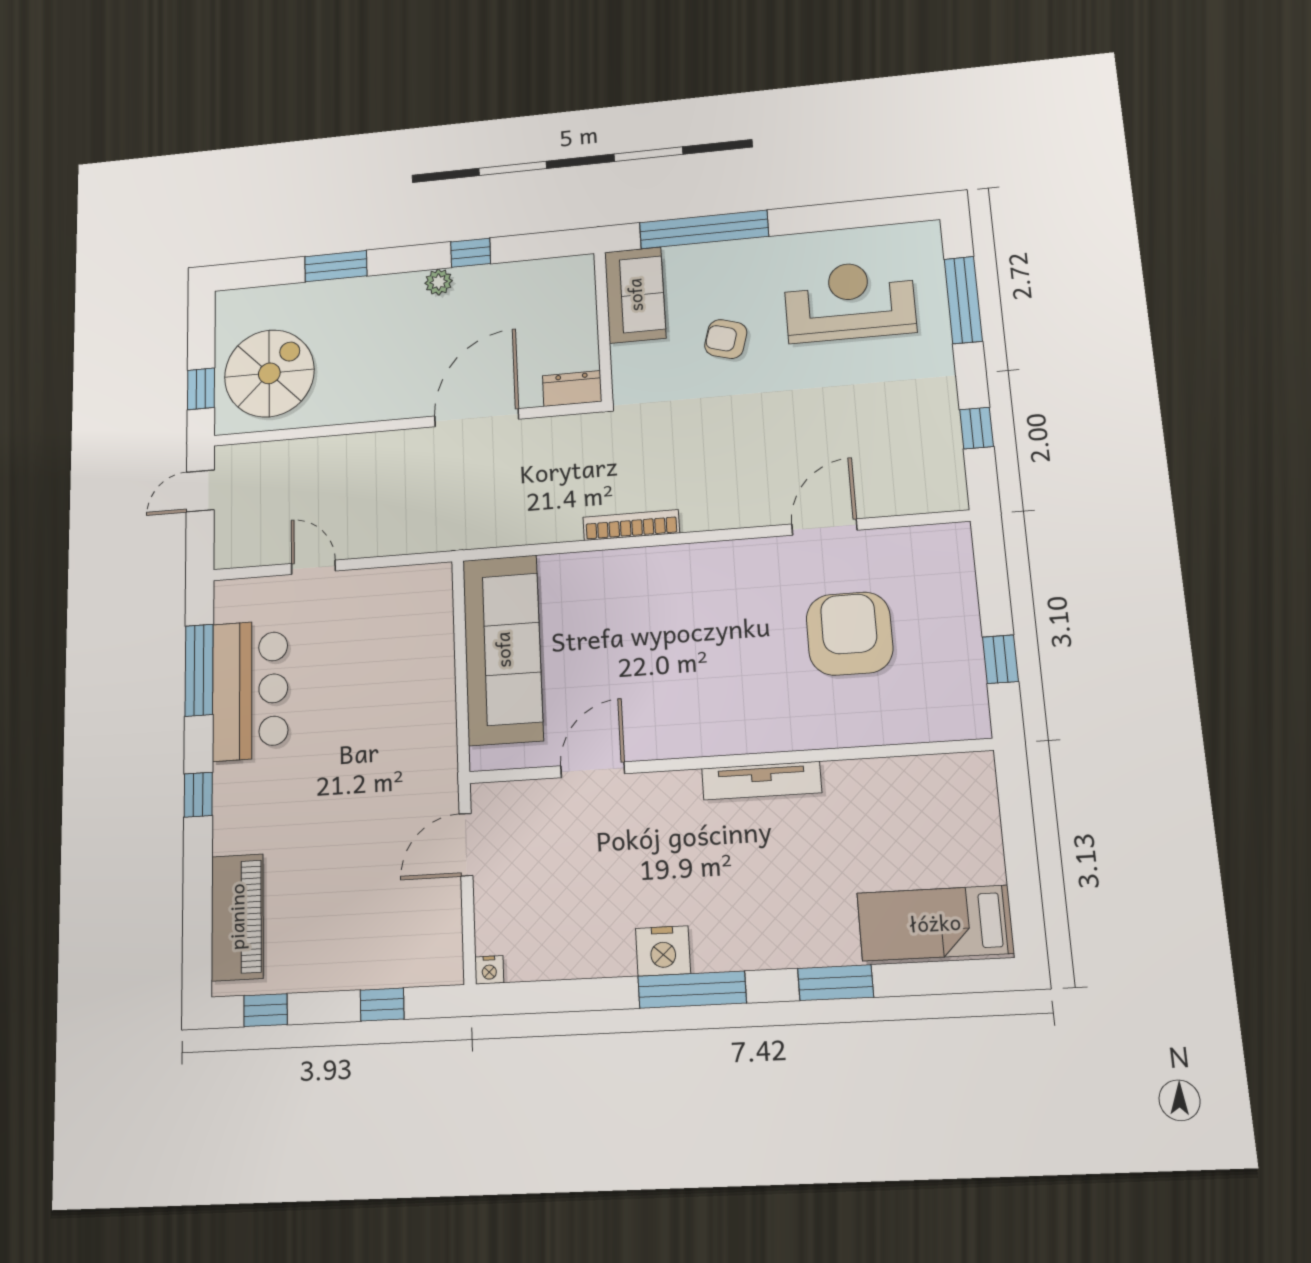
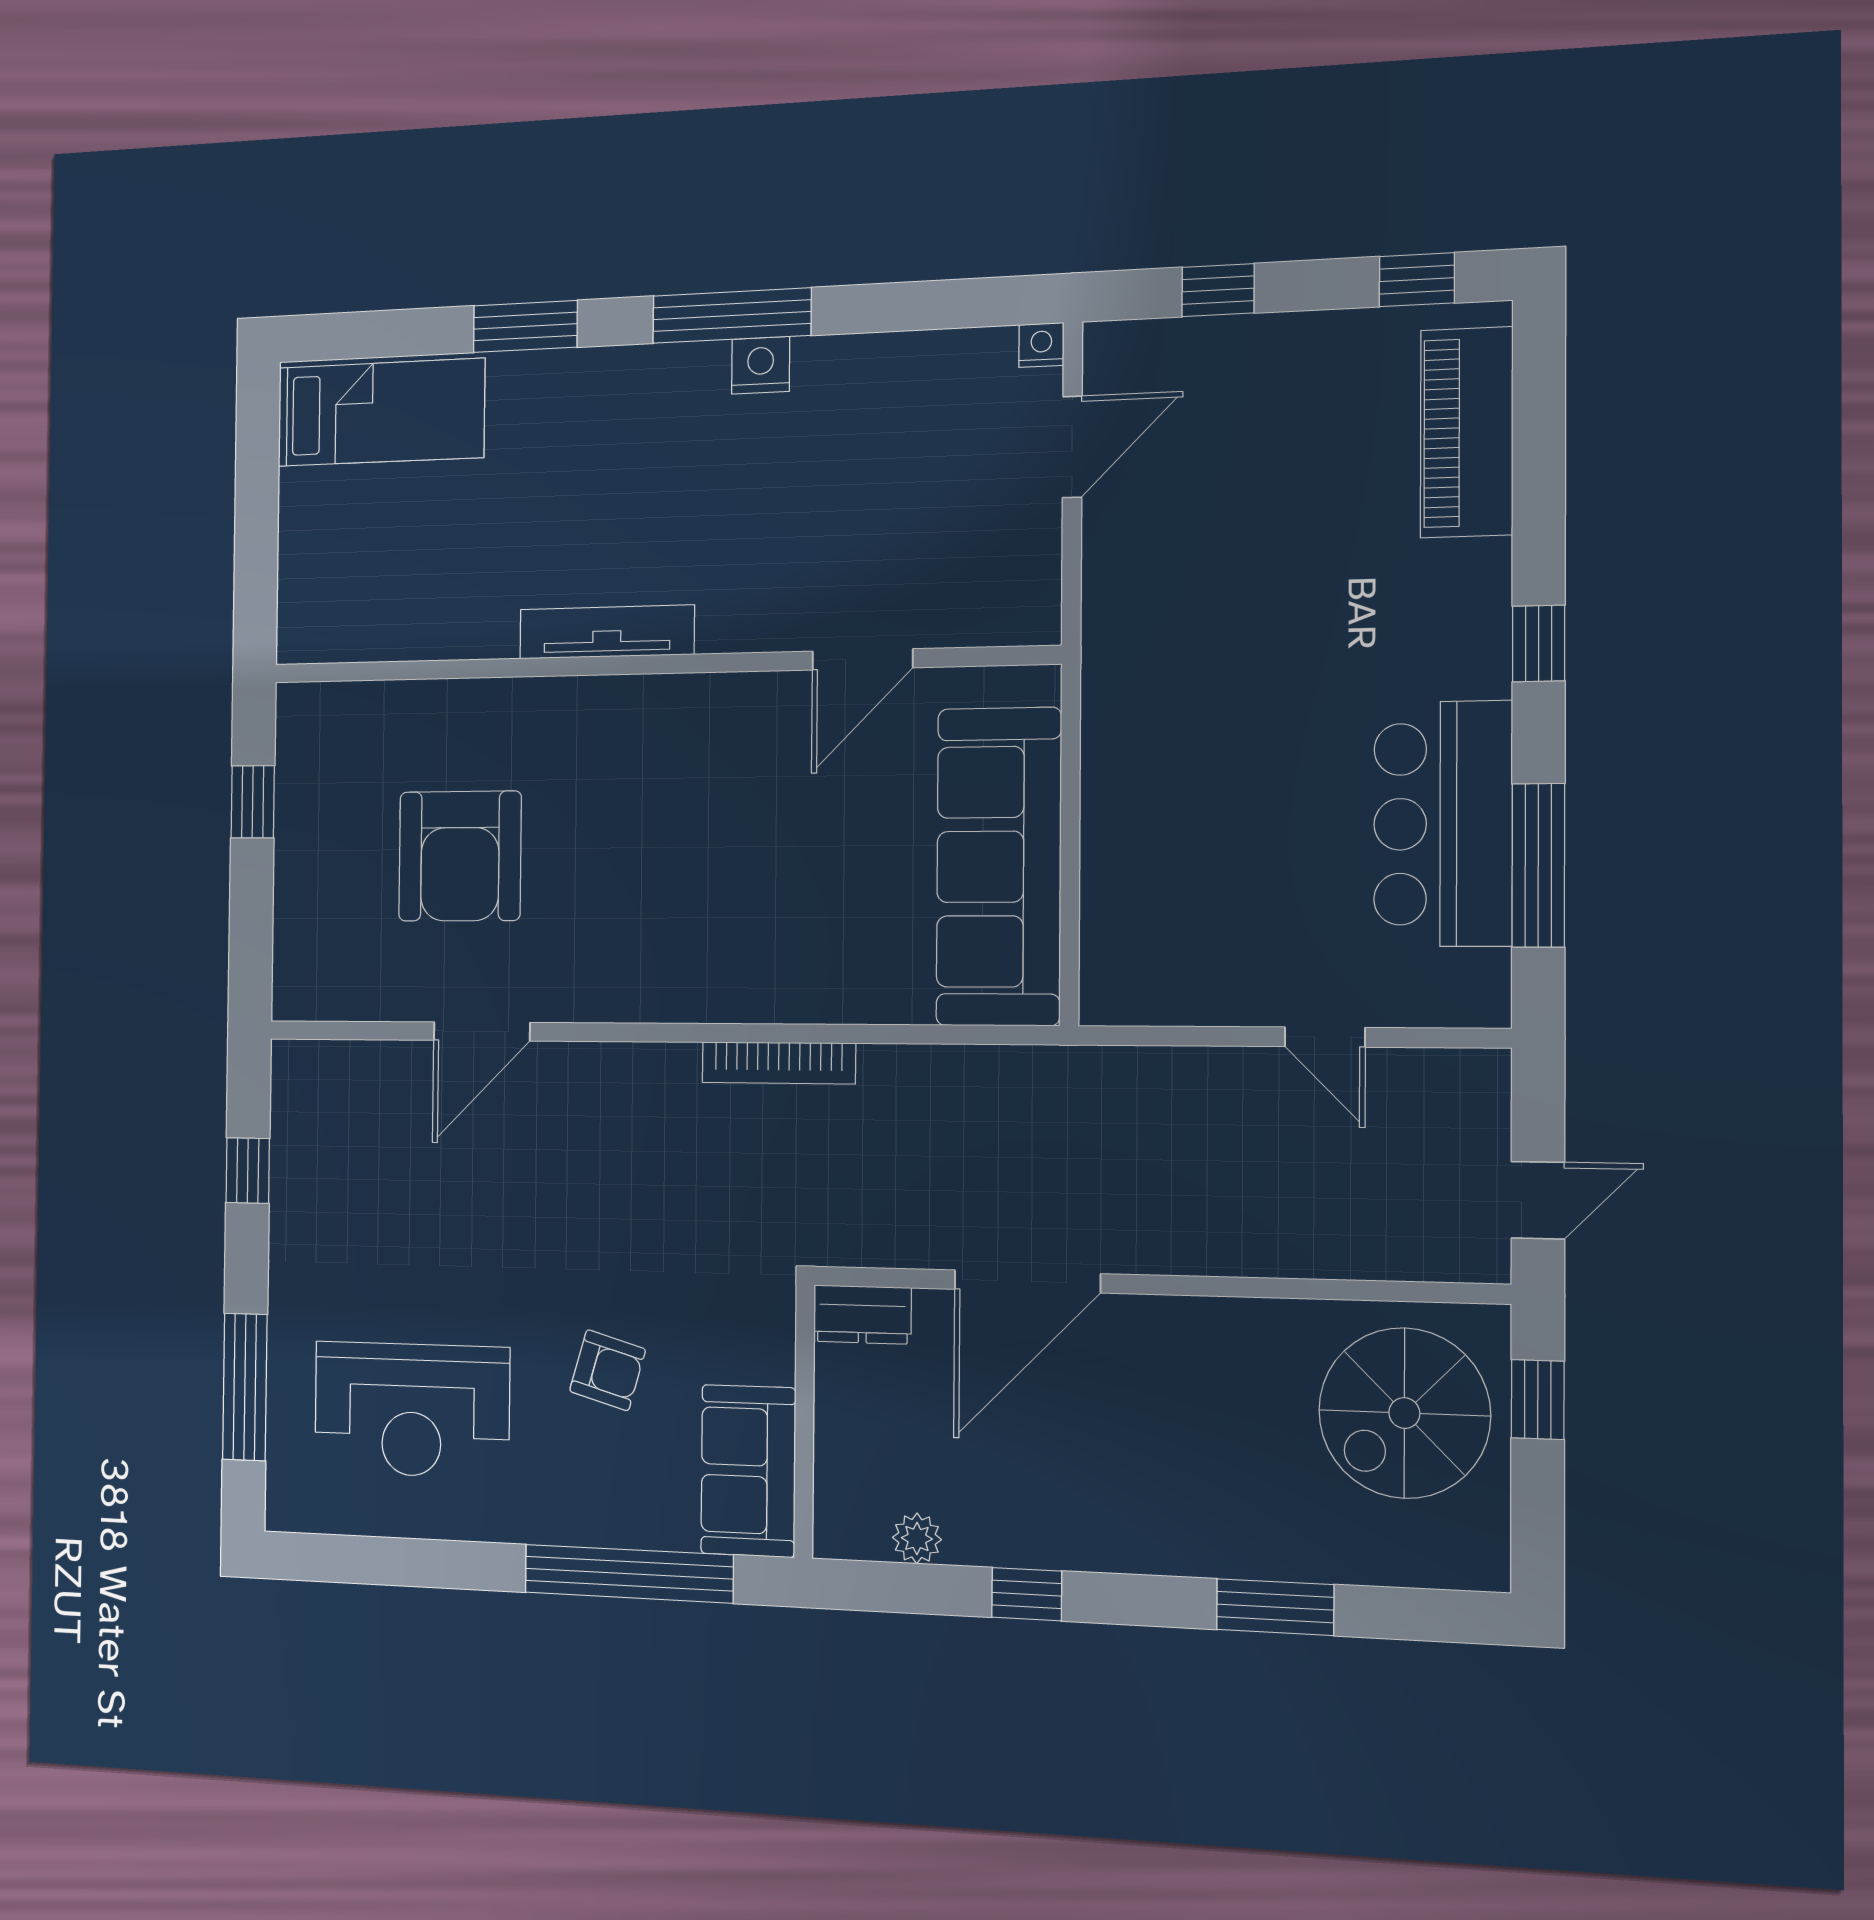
plant: (439, 282) -> (917, 1538), moved
door: (466, 845) -> (1072, 447), moved
nightstand: (663, 951) -> (761, 365), width x0.74, depth x0.75

